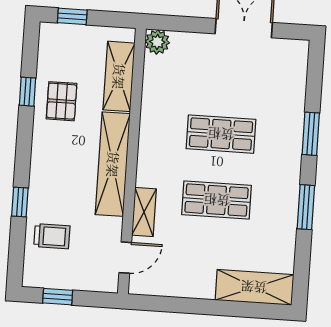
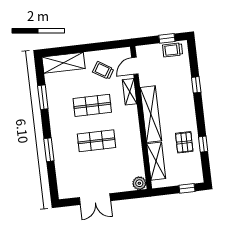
window: (306, 207) -> (43, 97), moved
trolley: (52, 236) -> (173, 50), moved
trolley: (185, 260) -> (103, 70), added

